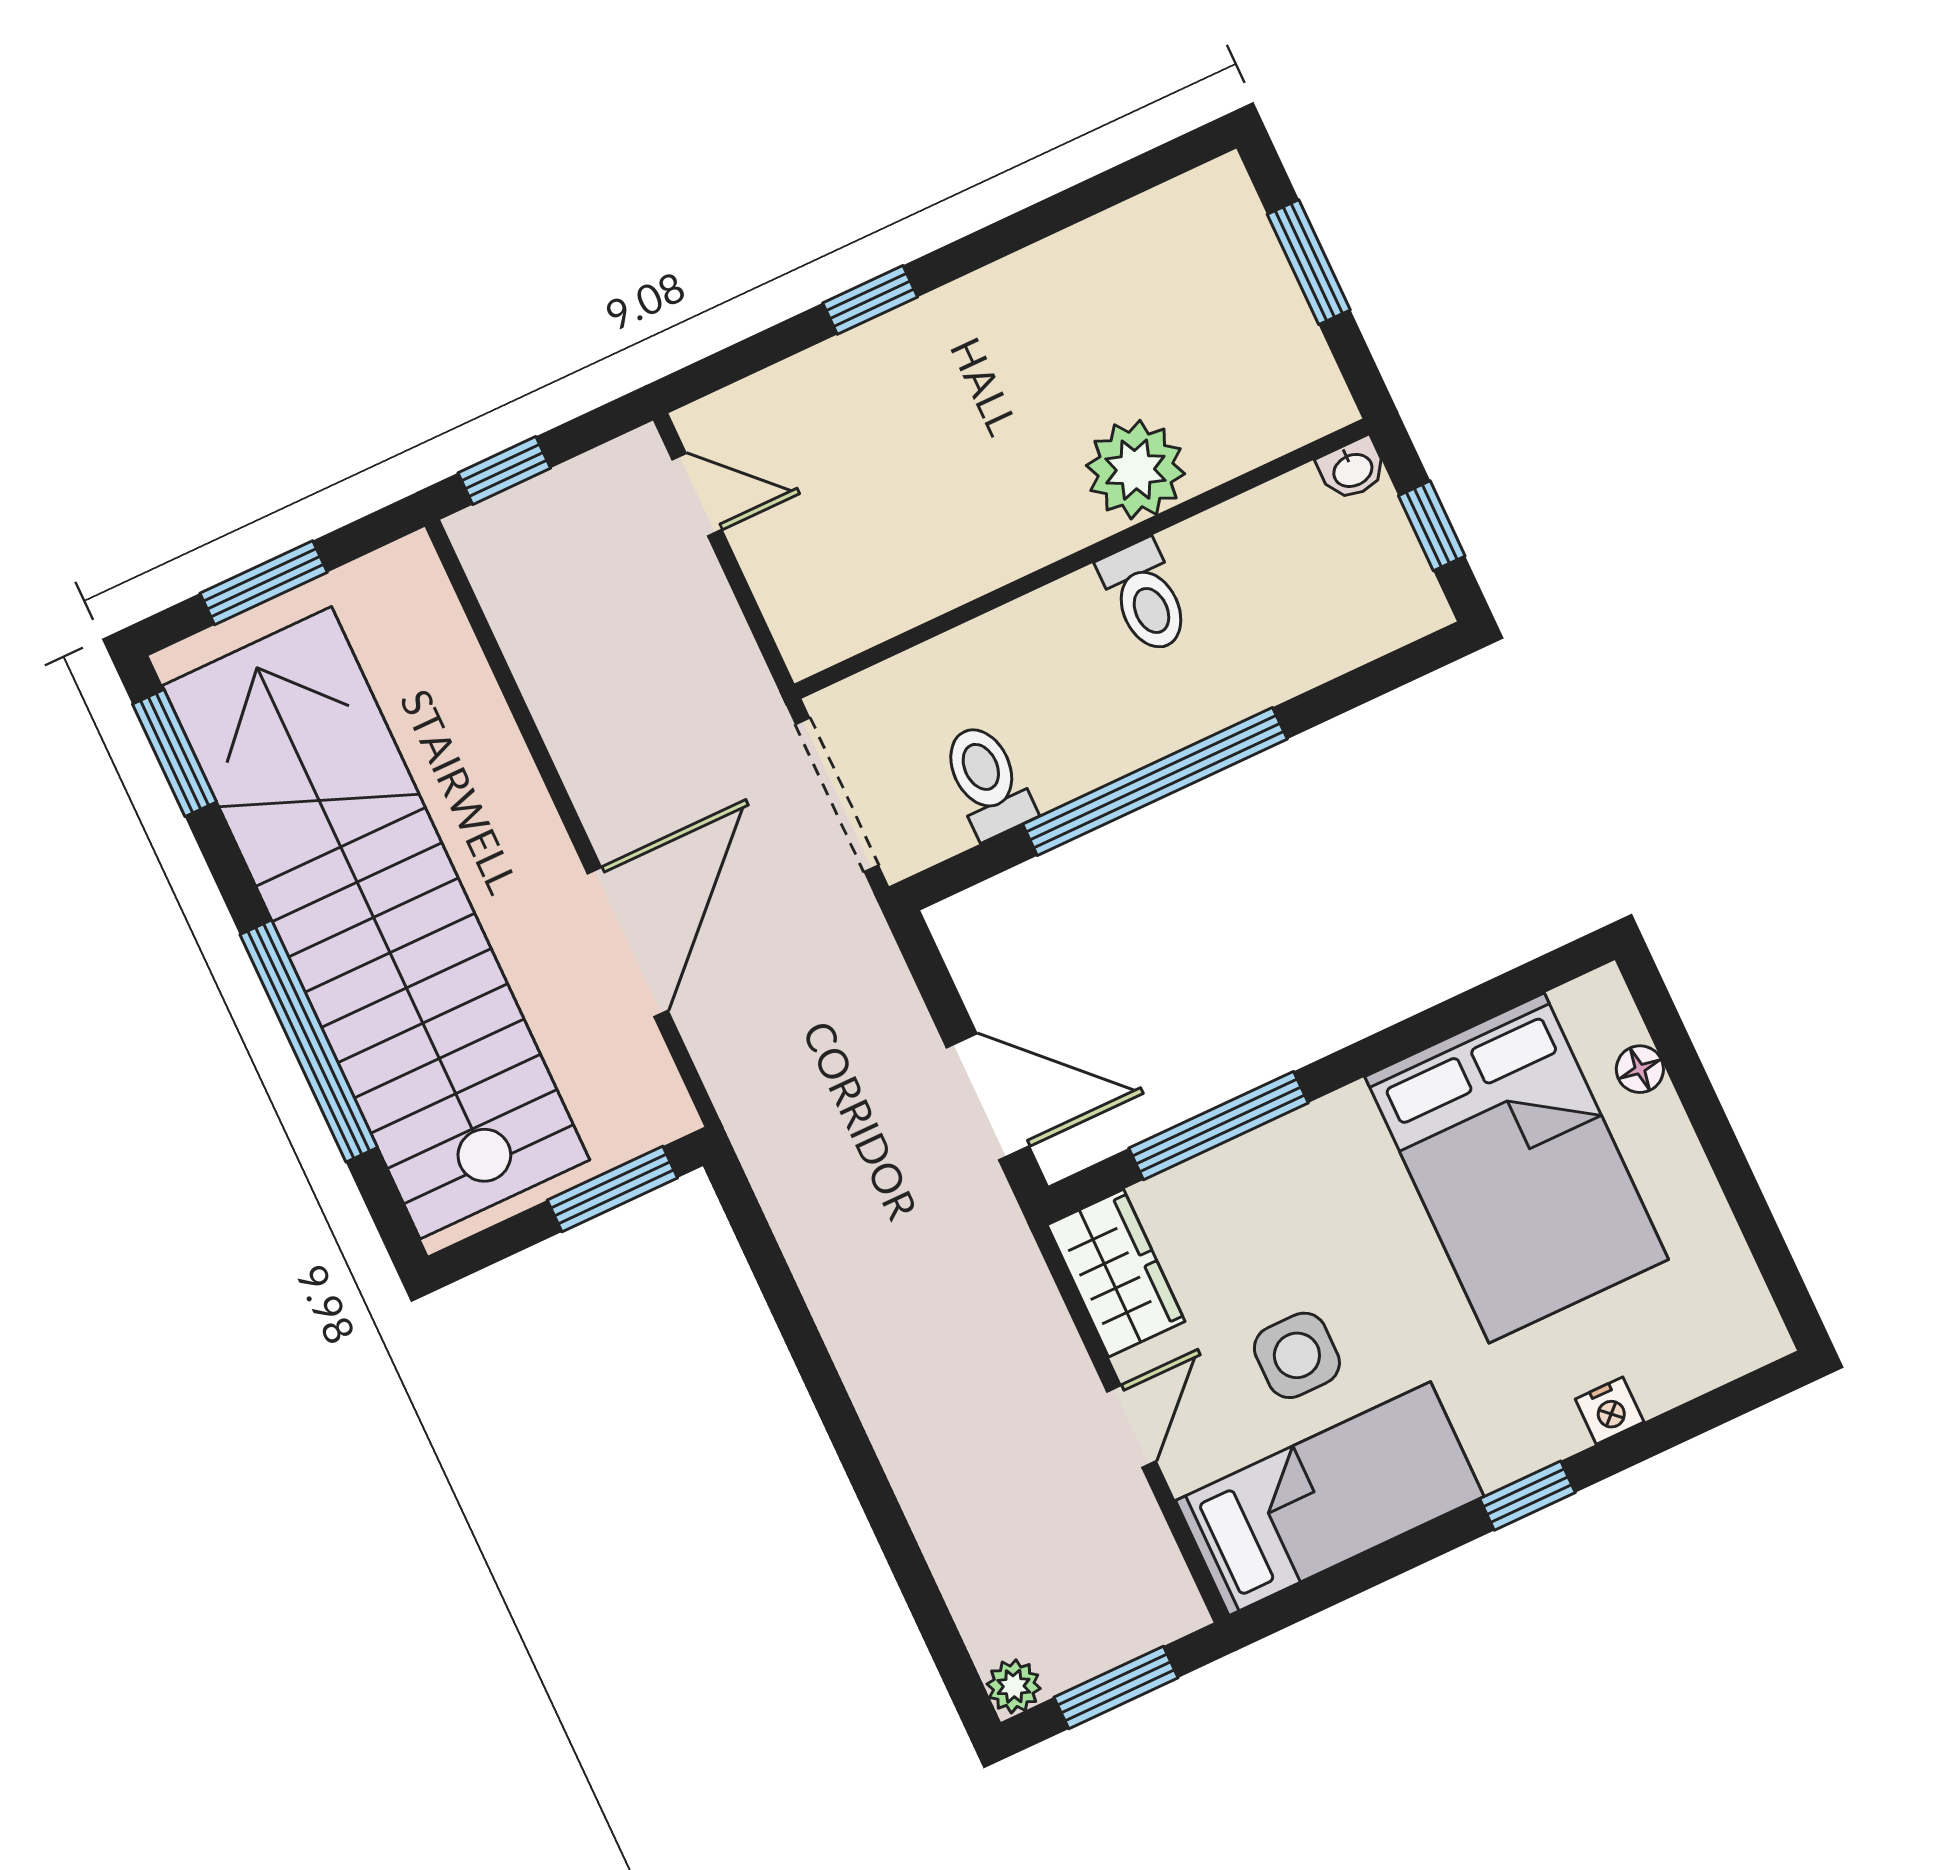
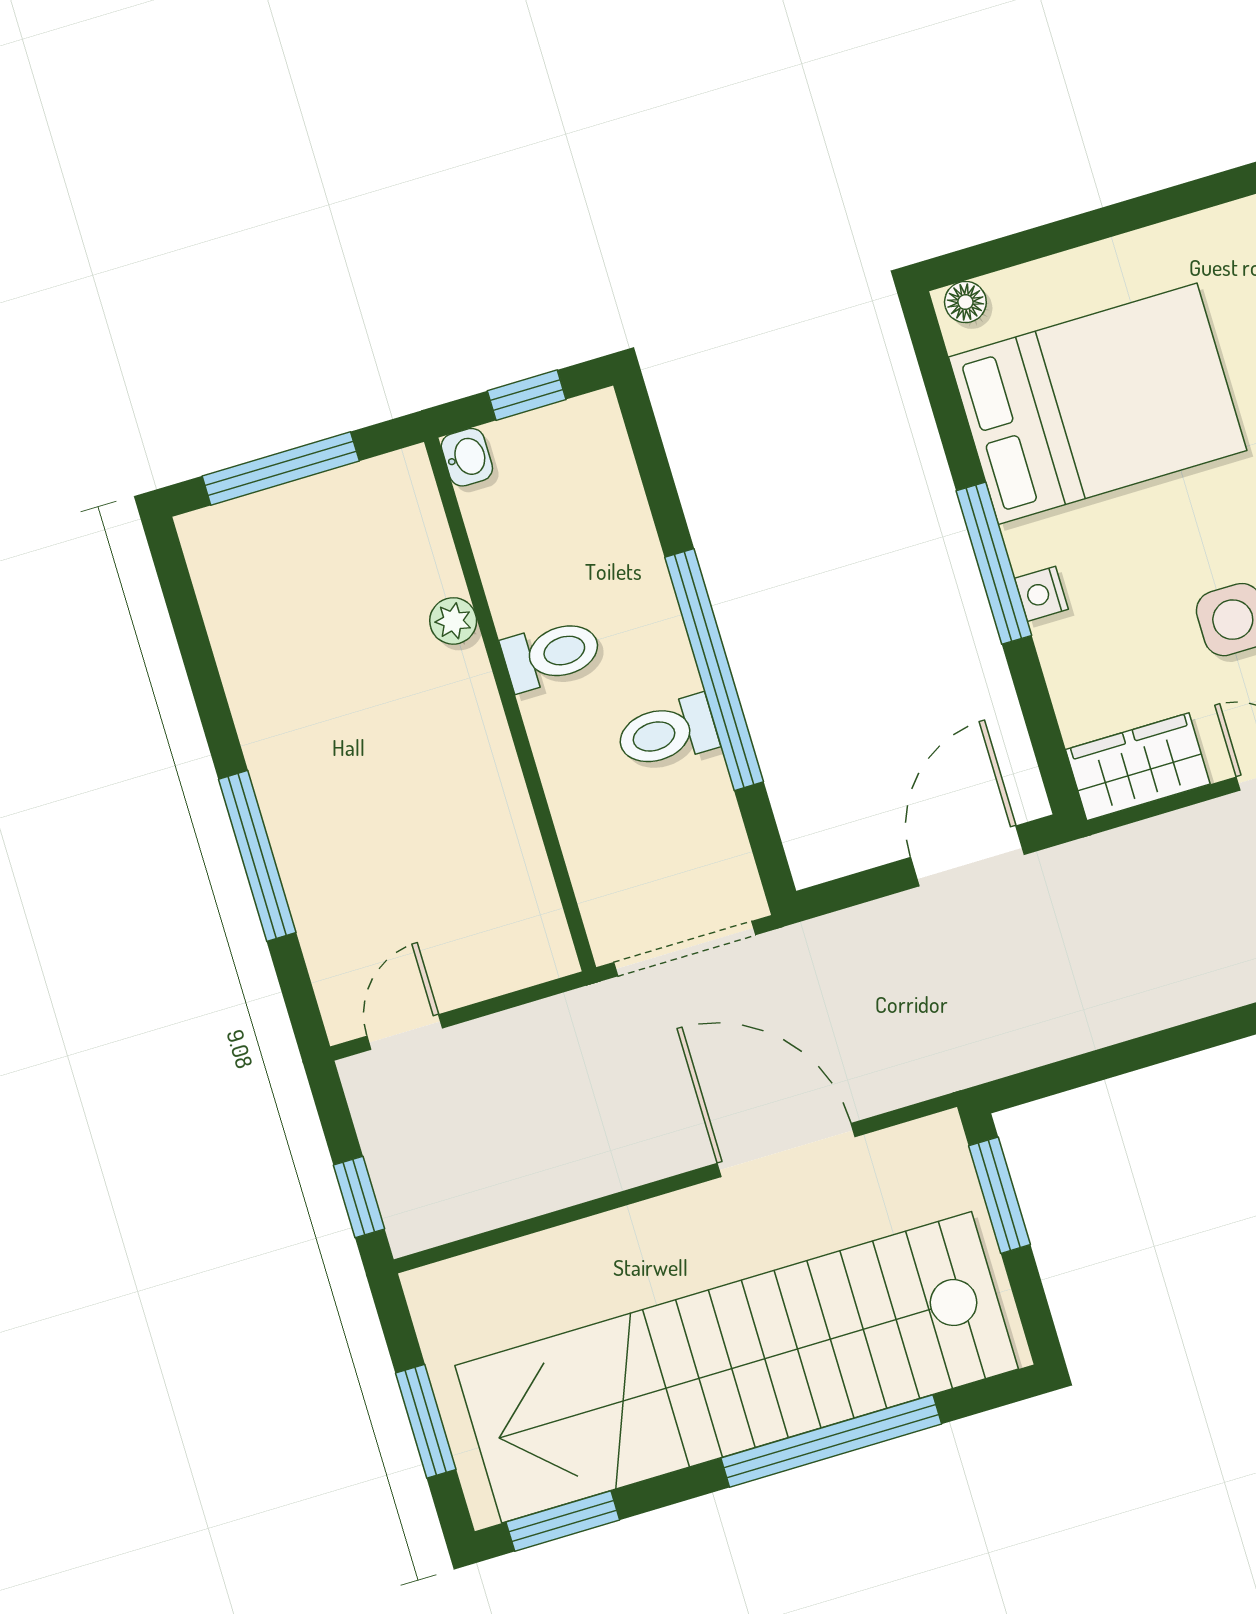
window: (1309, 262) -> (281, 468), width x1.44
window: (870, 300) -> (257, 856), width x2.17
plant: (1135, 470) -> (453, 621), width x0.53, depth x0.53
toilet: (987, 781) -> (667, 733), moved
floor lamp: (1640, 1069) -> (965, 302), moved
window: (1218, 1126) -> (994, 563), moved
nightstand: (1294, 1136) -> (1041, 594), added

